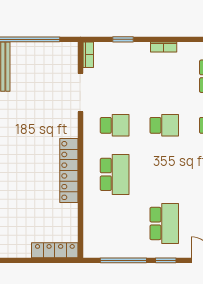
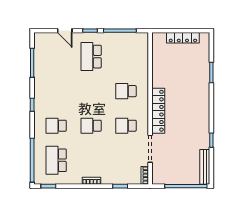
locker: (69, 171) -> (158, 111), moved
school desk: (115, 174) -> (126, 91), width x0.54
locker: (55, 250) -> (183, 38), moved

